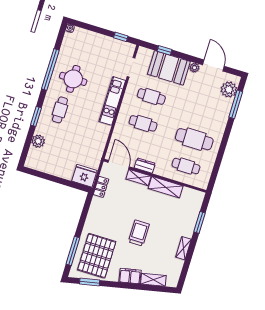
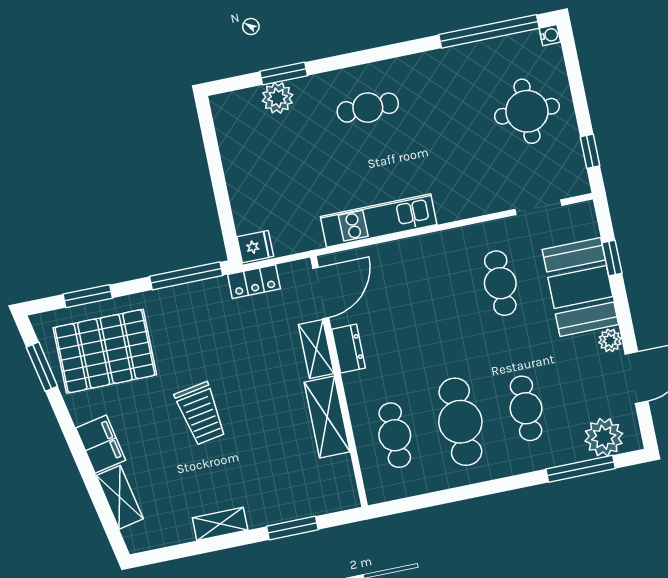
window: (50, 70) -> (489, 31), moved
round table: (73, 79) -> (527, 111), moved
kitchen unit: (112, 101) -> (379, 220), moved
window: (36, 116) -> (284, 74), moved
cafe table: (143, 123) -> (526, 408), moved
fridge: (84, 176) -> (255, 247), width x0.53, depth x0.75
window: (85, 211) -> (186, 276), added
trolley: (139, 233) -> (201, 413), turned 80
window: (73, 251) -> (88, 296), width x0.69

